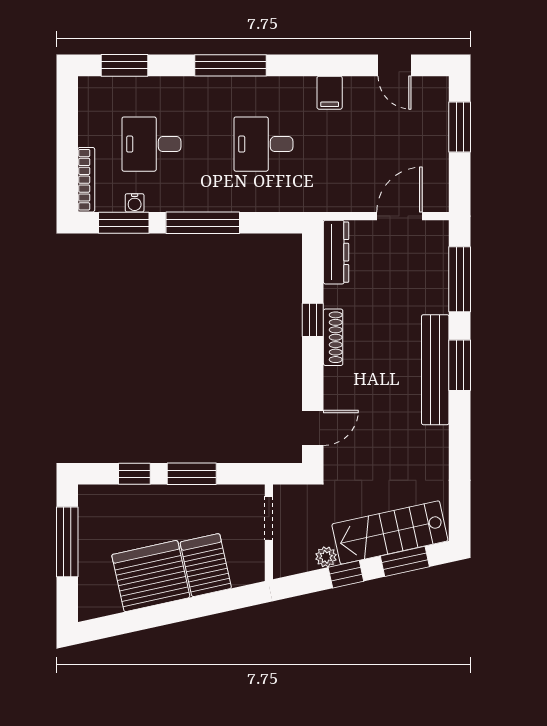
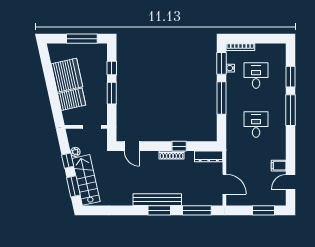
window: (125, 65) -> (291, 77), moved
filing cabinet: (330, 93) -> (279, 166), moved

